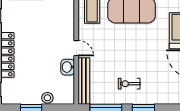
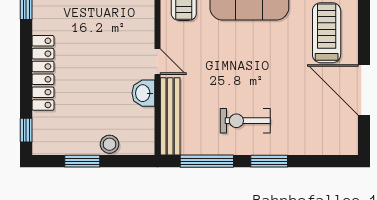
exercise bike: (129, 84) -> (245, 121), width x1.38, depth x1.39

